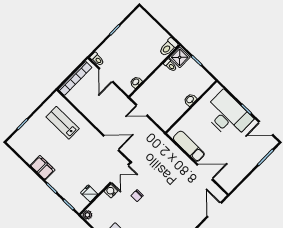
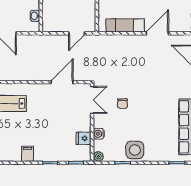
door: (142, 110) -> (77, 33), moved
filing cabinet: (43, 168) -> (27, 154), width x0.50
water cooler: (111, 191) -> (99, 134), moved

